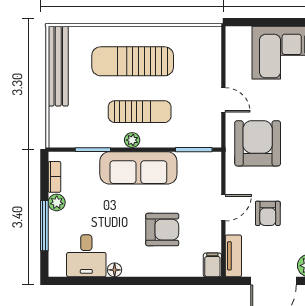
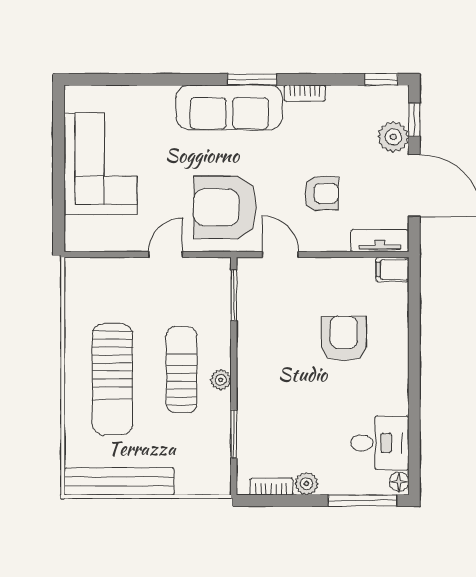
sofa: (138, 168) -> (259, 371), removed
door: (223, 208) -> (280, 255), moved
window: (44, 226) -> (362, 501), moved
floor lamp: (115, 270) -> (399, 482), moved

